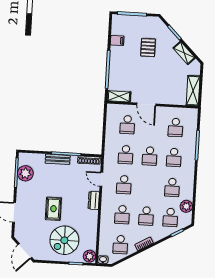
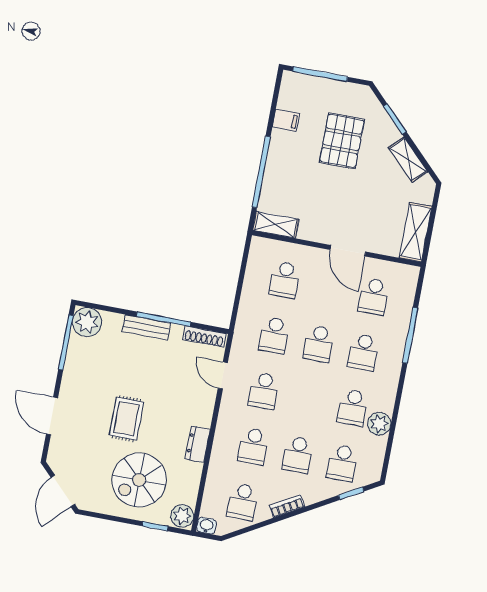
pallet: (148, 48) -> (342, 141), width x1.50, depth x1.42
door: (146, 104) -> (348, 251), moved
plant: (25, 173) -> (87, 322), moved
dresser: (94, 200) -> (198, 444), moved
plant: (186, 206) -> (379, 424), moved

